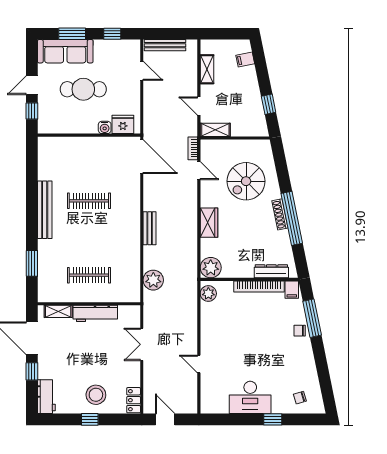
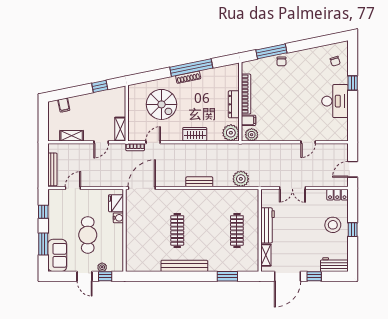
sofa: (65, 51) -> (57, 255), width x0.73
plant: (43, 107) -> (102, 267), added
dresser: (271, 271) -> (234, 104), moved
filing cabinet: (292, 290) -> (249, 120), moved

